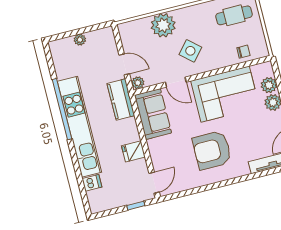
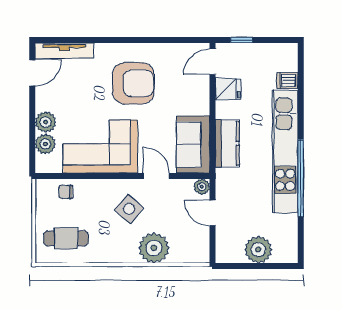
plant: (80, 40) -> (258, 250), width x1.87, depth x1.87
kitchen counter: (121, 99) -> (227, 143), moved
fridge: (133, 151) -> (228, 89), moved

